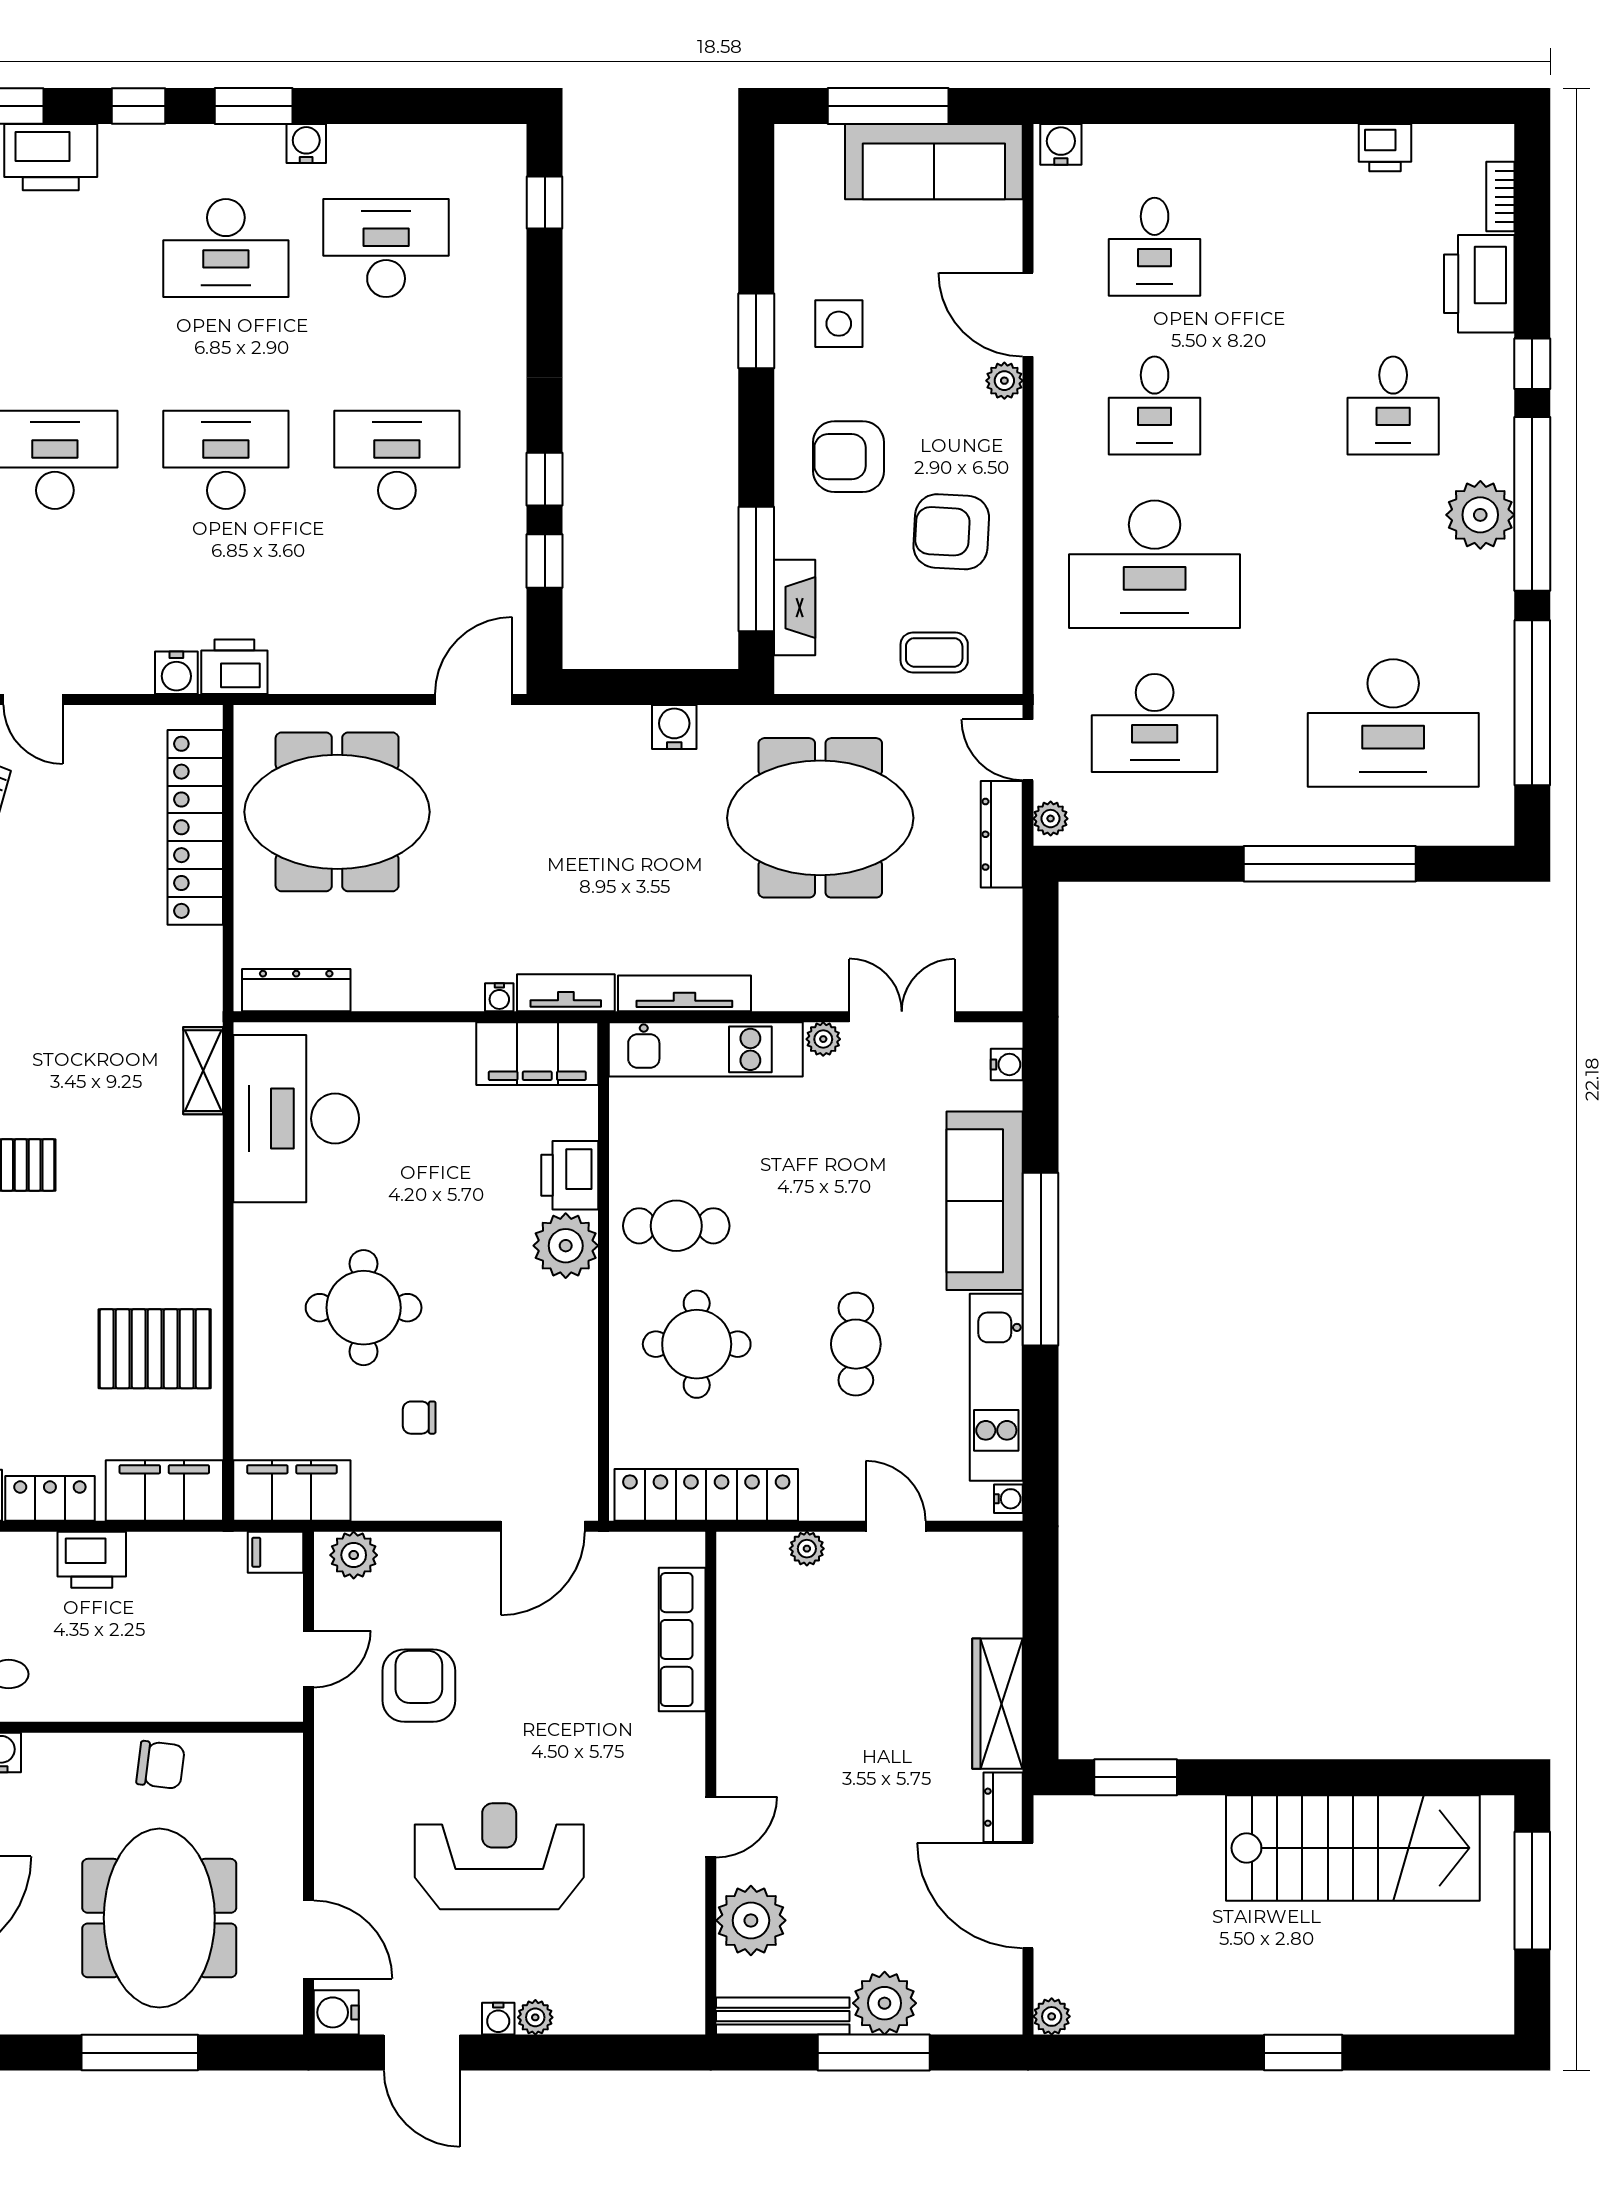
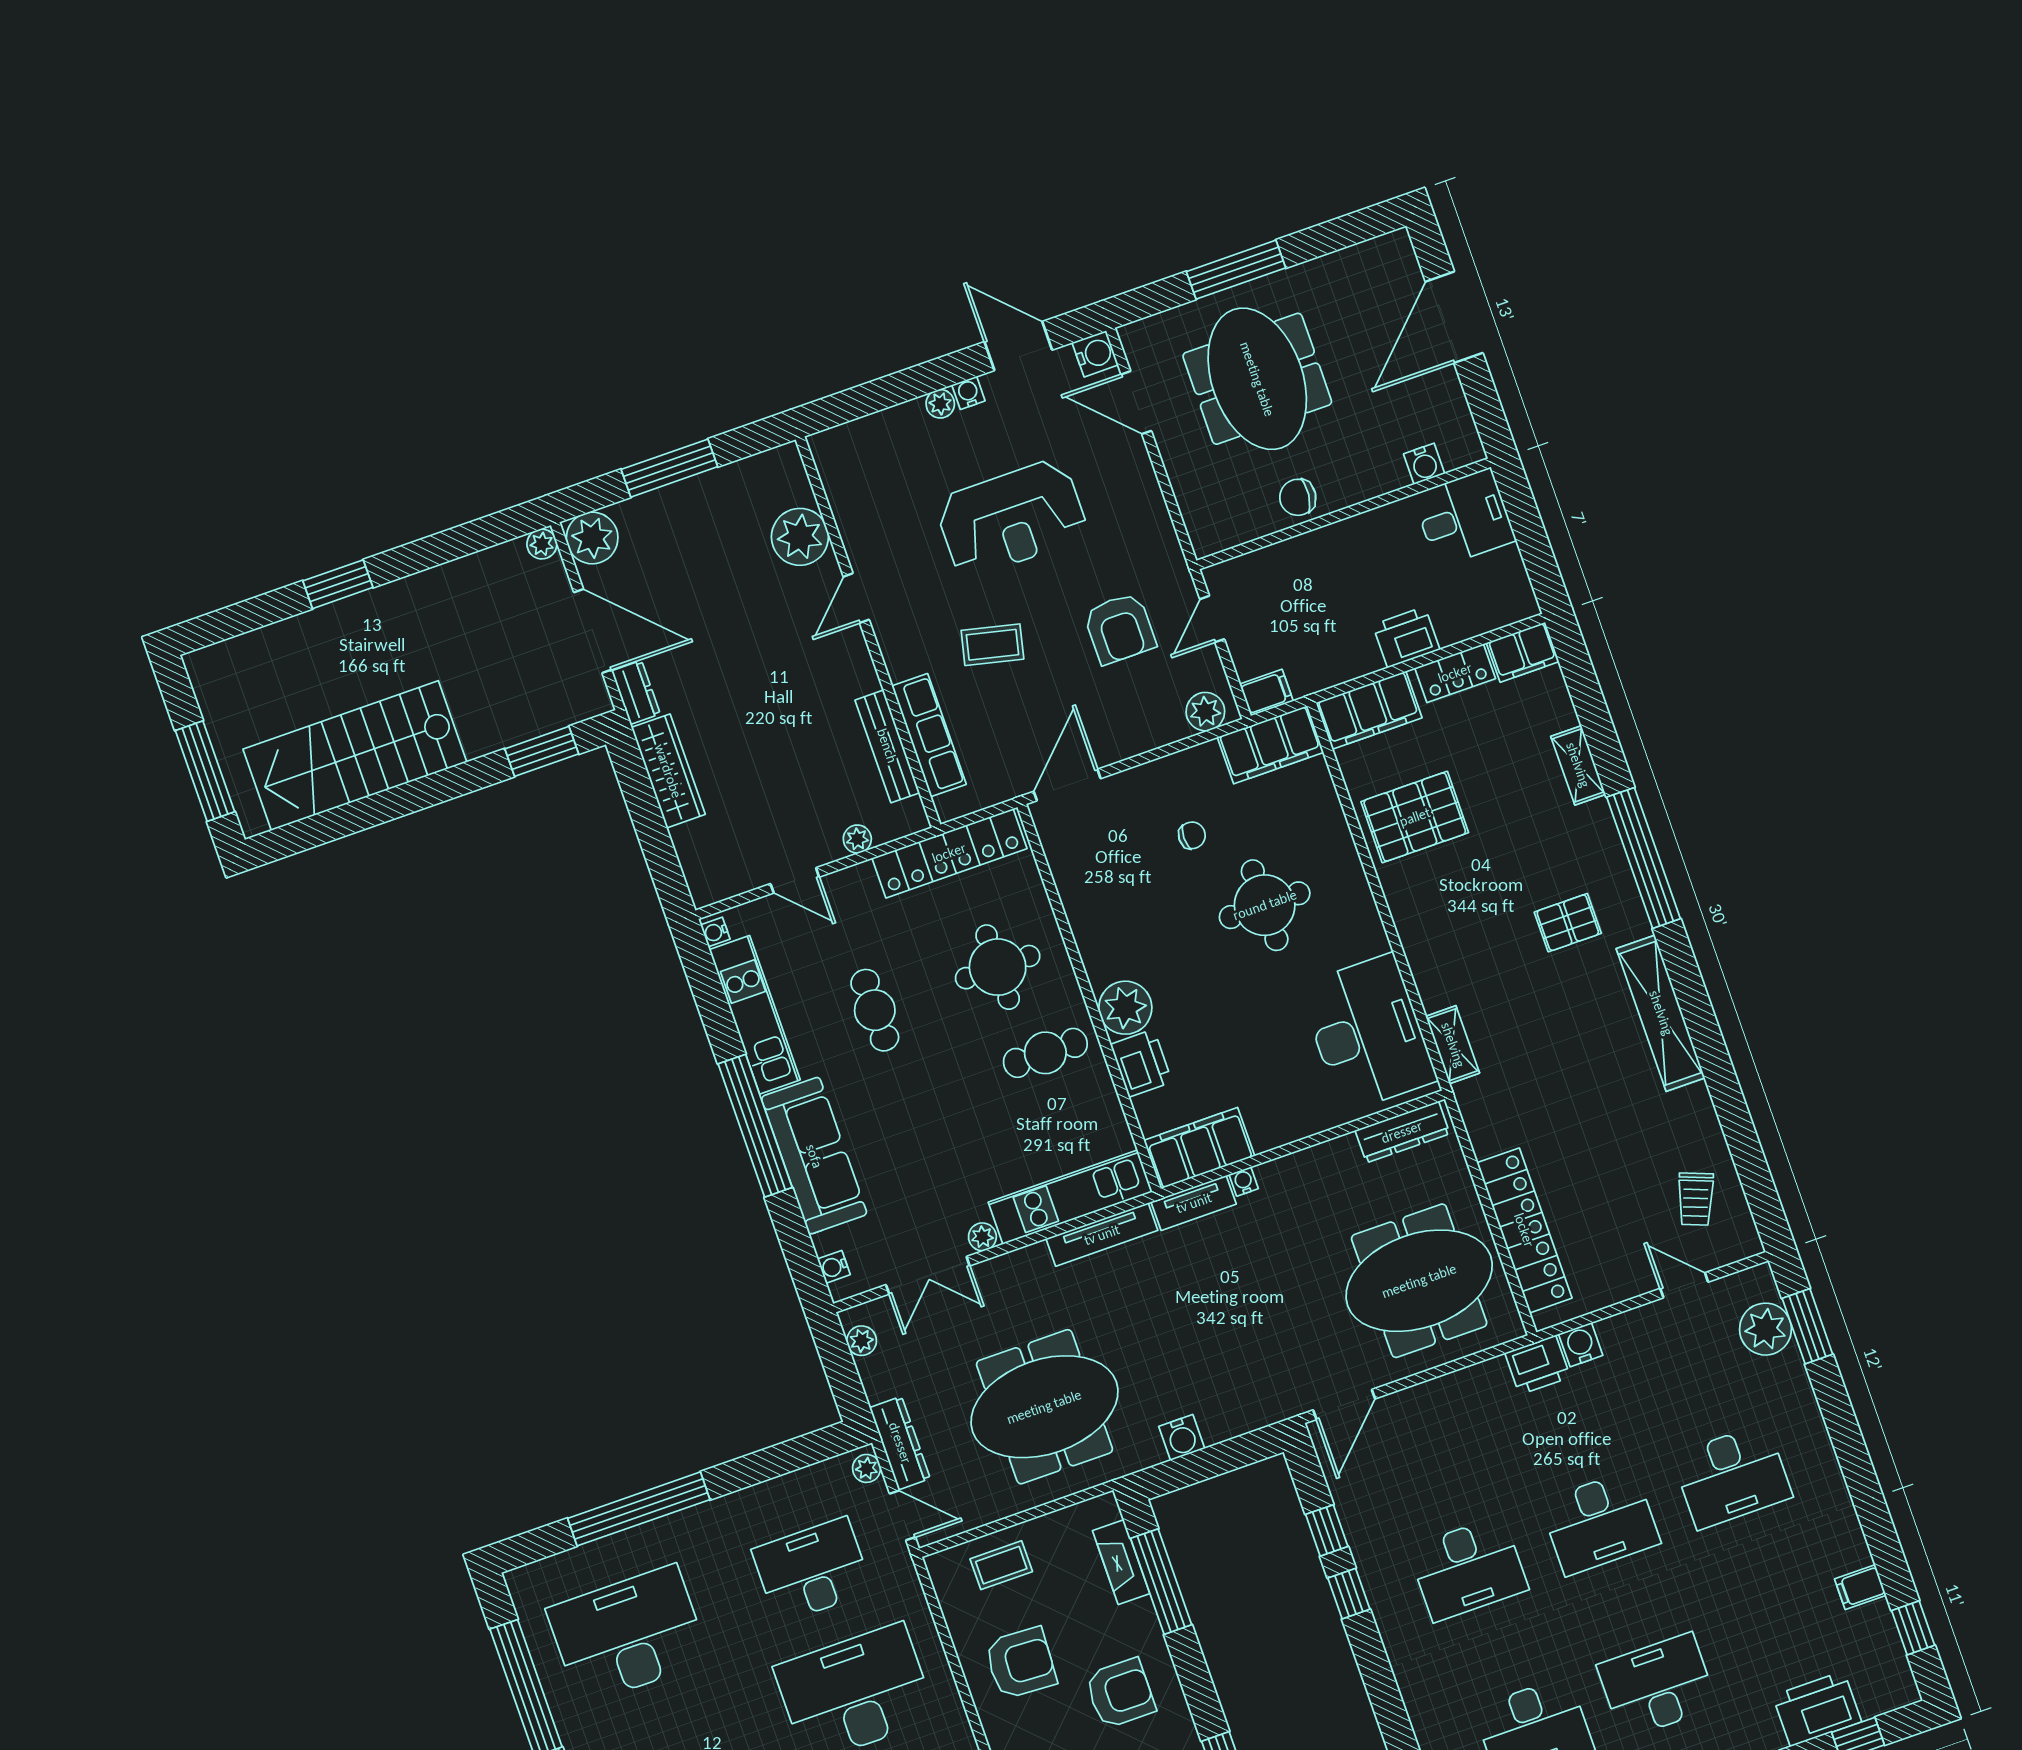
plant: (1005, 968) -> (862, 1341), added
coffee table: (572, 1718) -> (992, 645), added
plant: (885, 2003) -> (592, 538), moved
bench: (783, 2016) -> (887, 746), moved, turned 90

